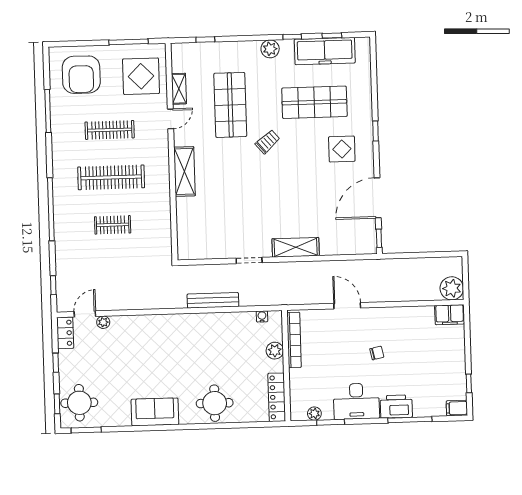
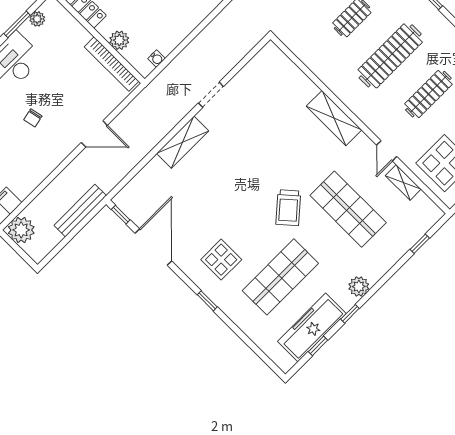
trolley: (268, 142) -> (288, 208), width x1.36, depth x1.39
bench: (213, 300) -> (80, 211), moved

